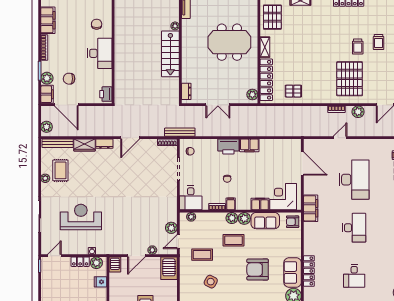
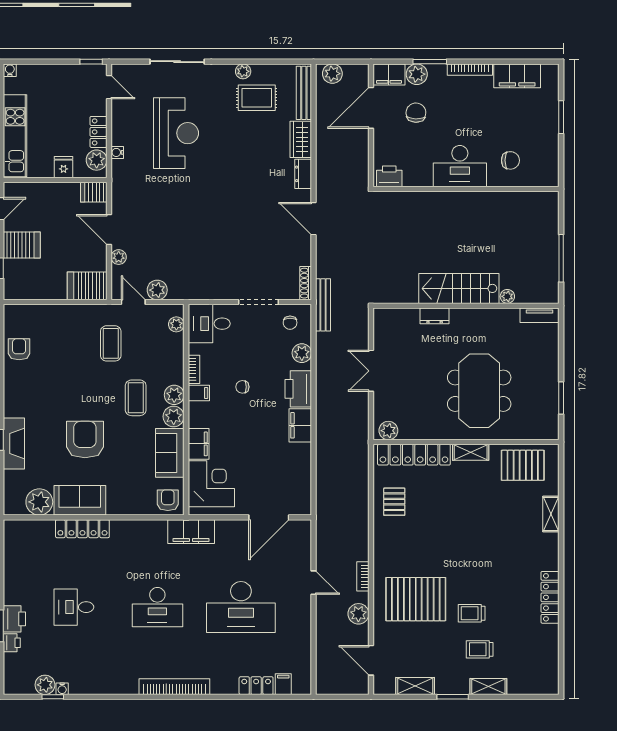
dresser: (186, 91) -> (435, 316), moved
plant: (208, 144) -> (302, 353), added
side table: (211, 282) -> (64, 358), removed

